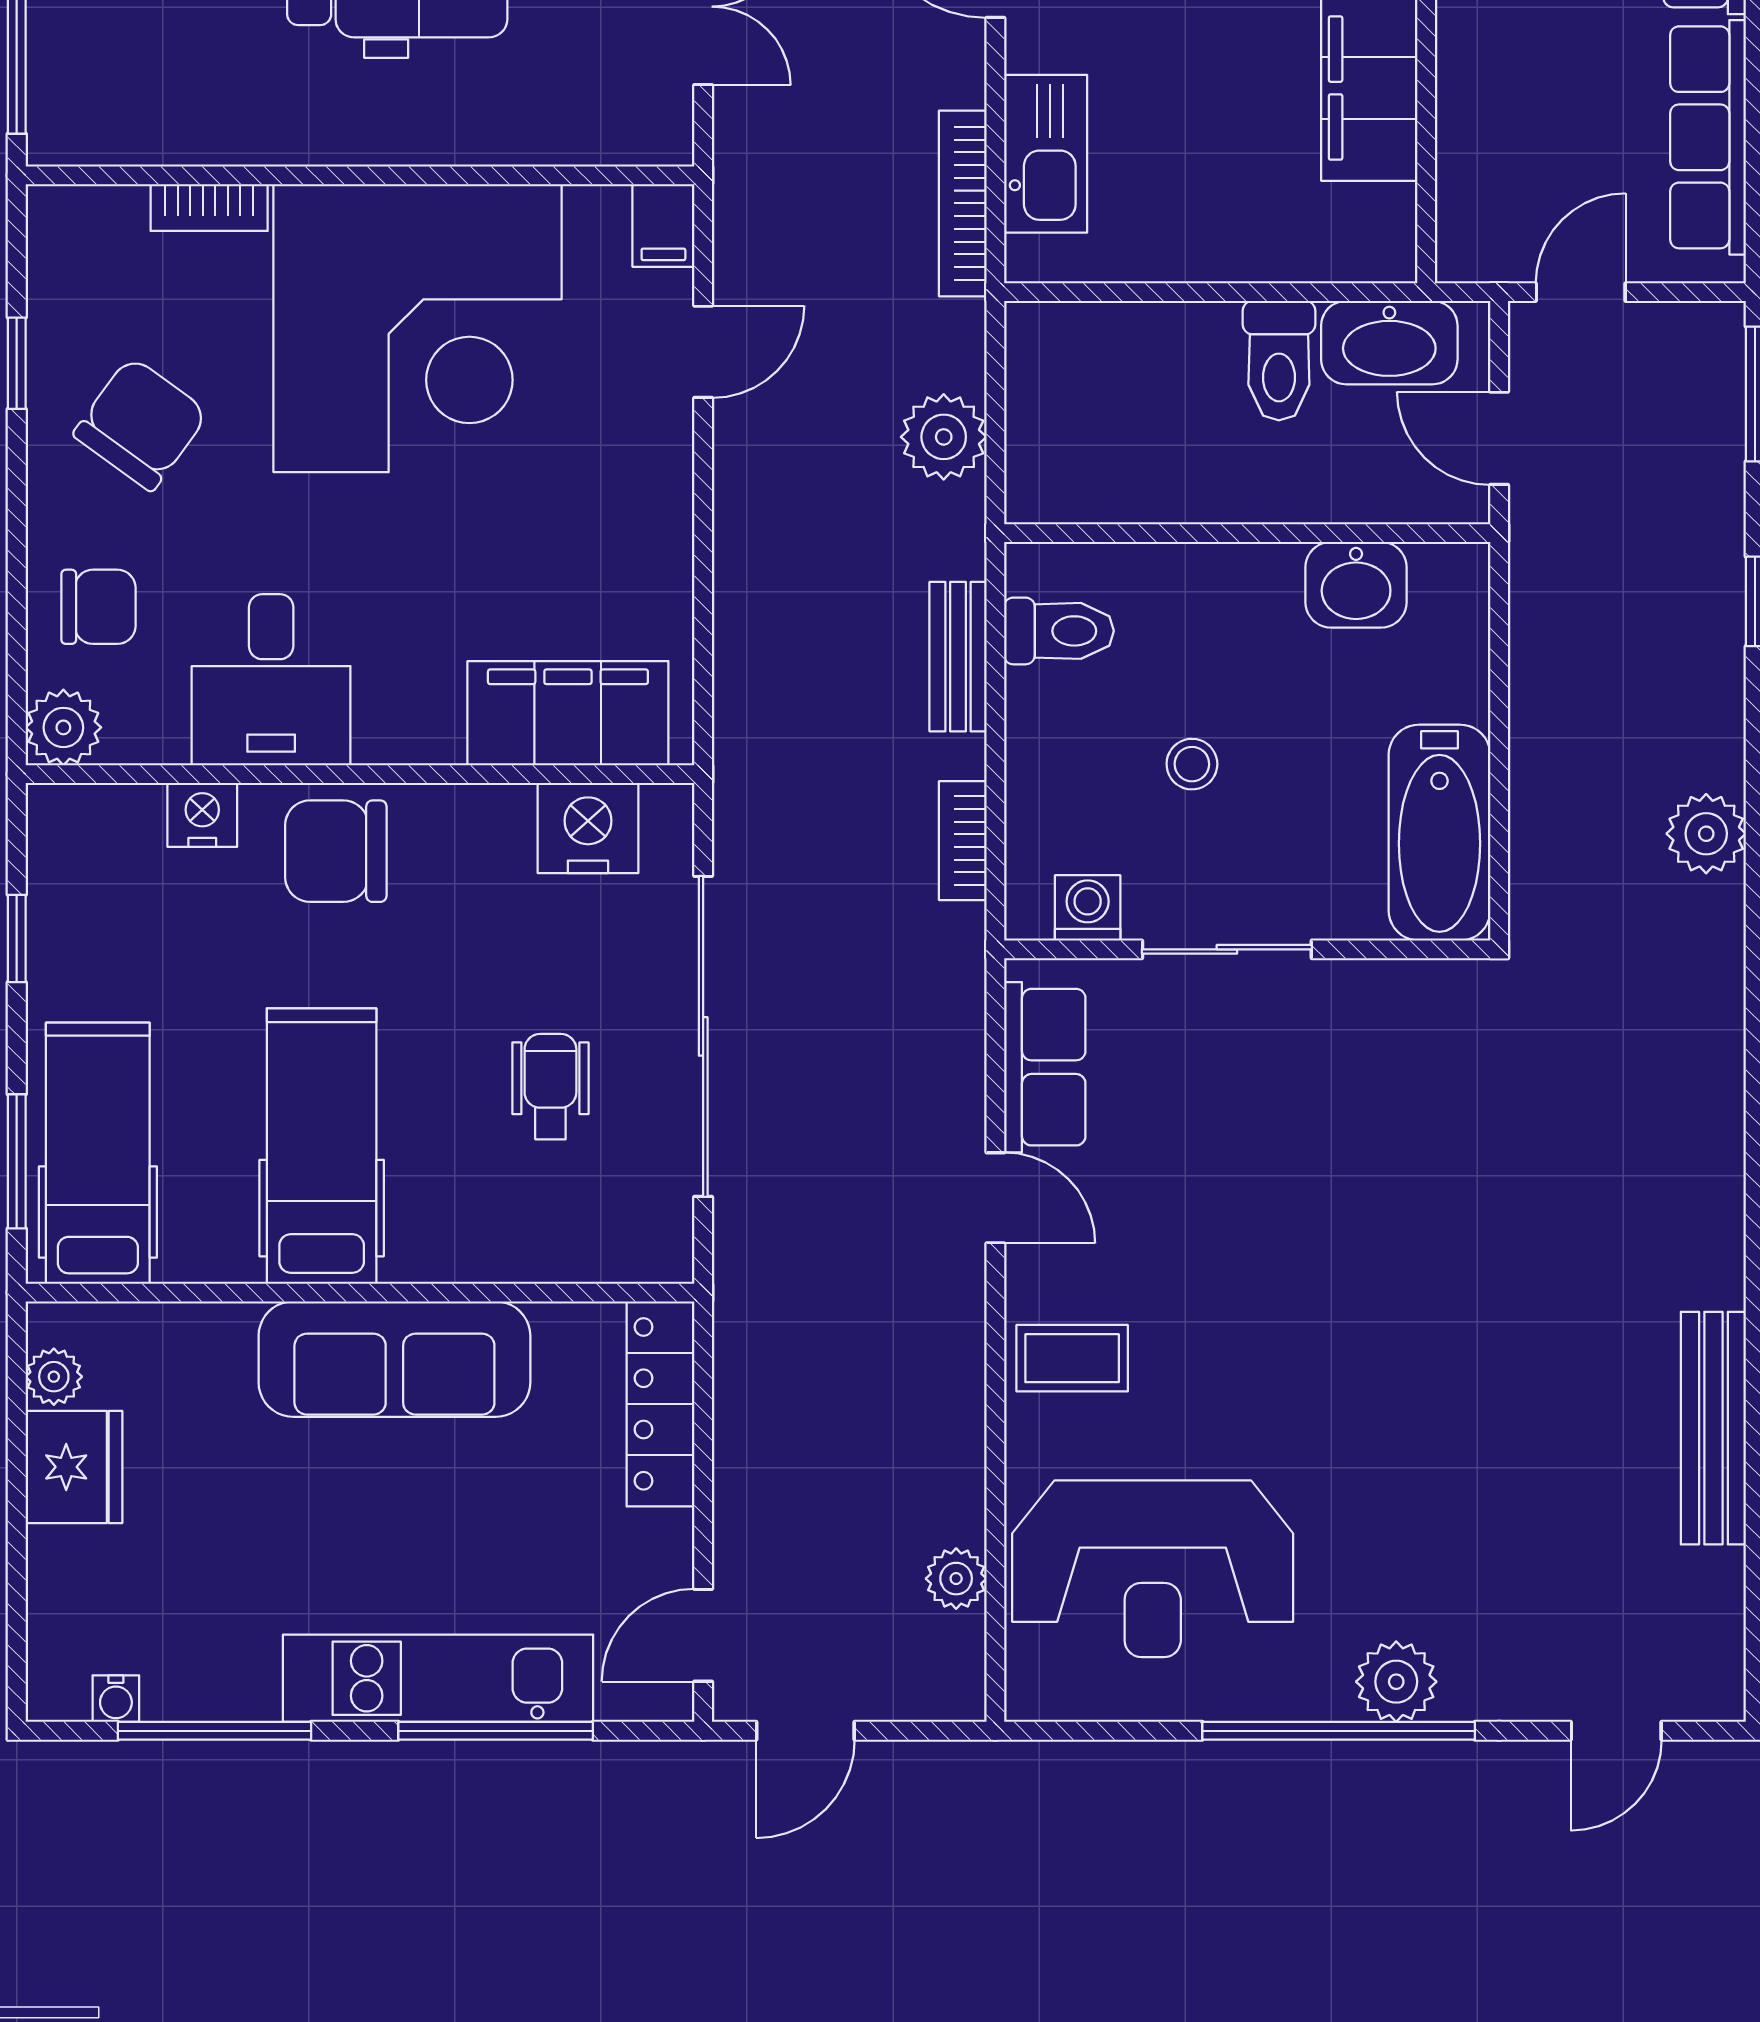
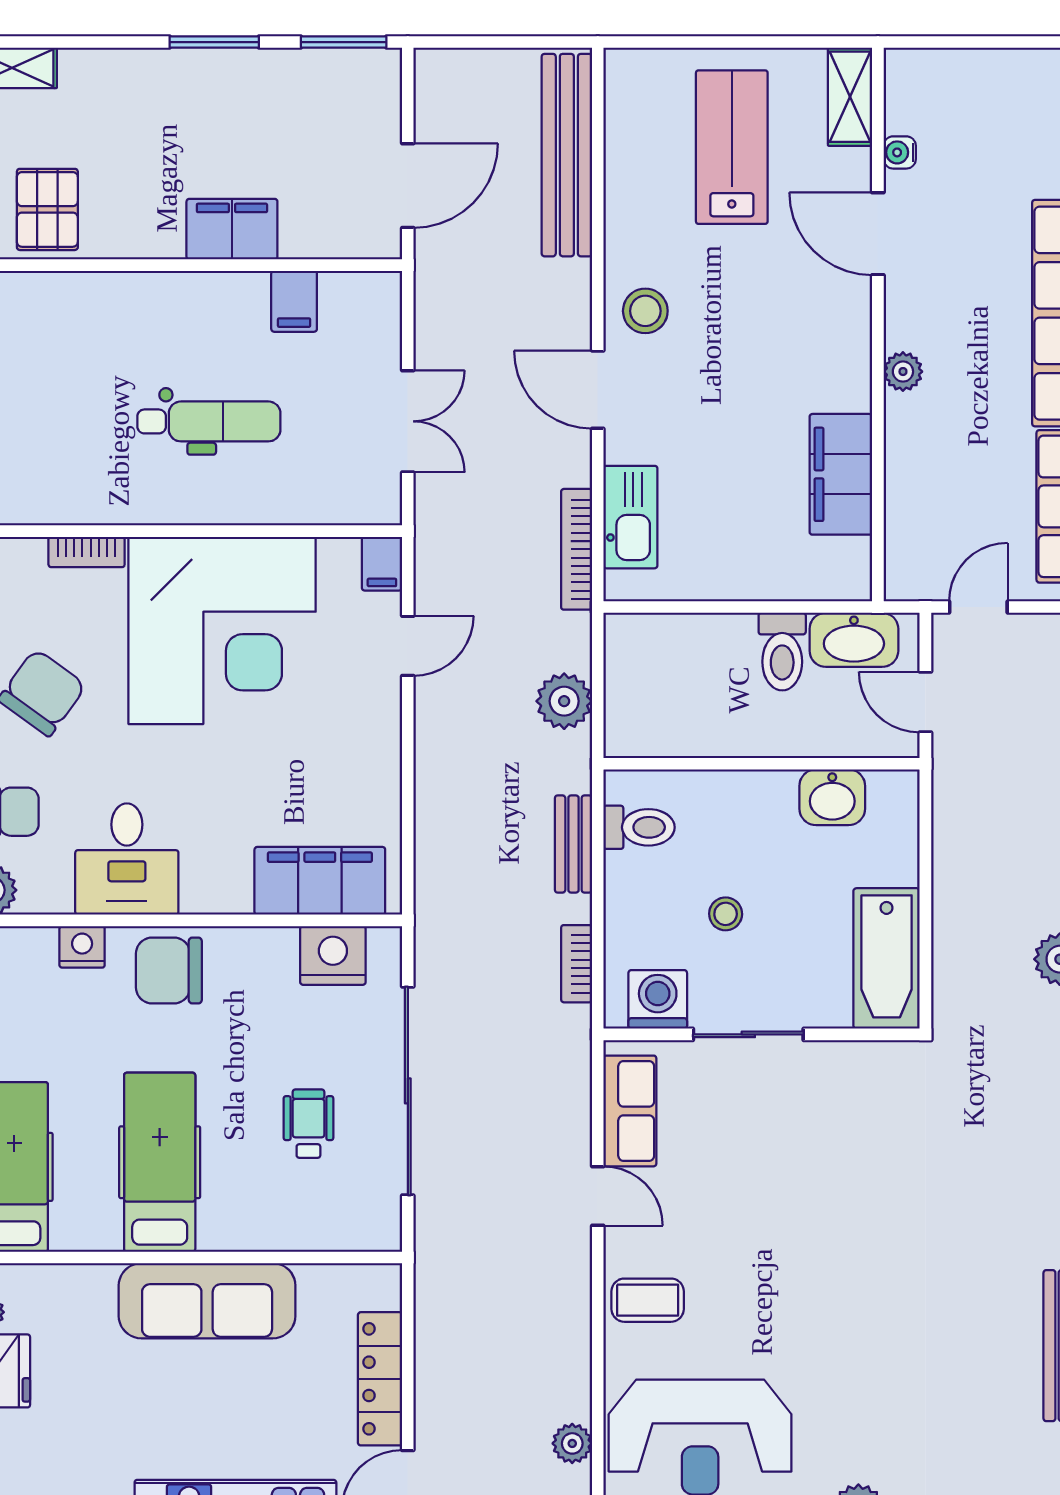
washing machine: (1088, 908) -> (658, 999), width x1.38, depth x1.38
locker: (660, 1404) -> (380, 1379), moved

